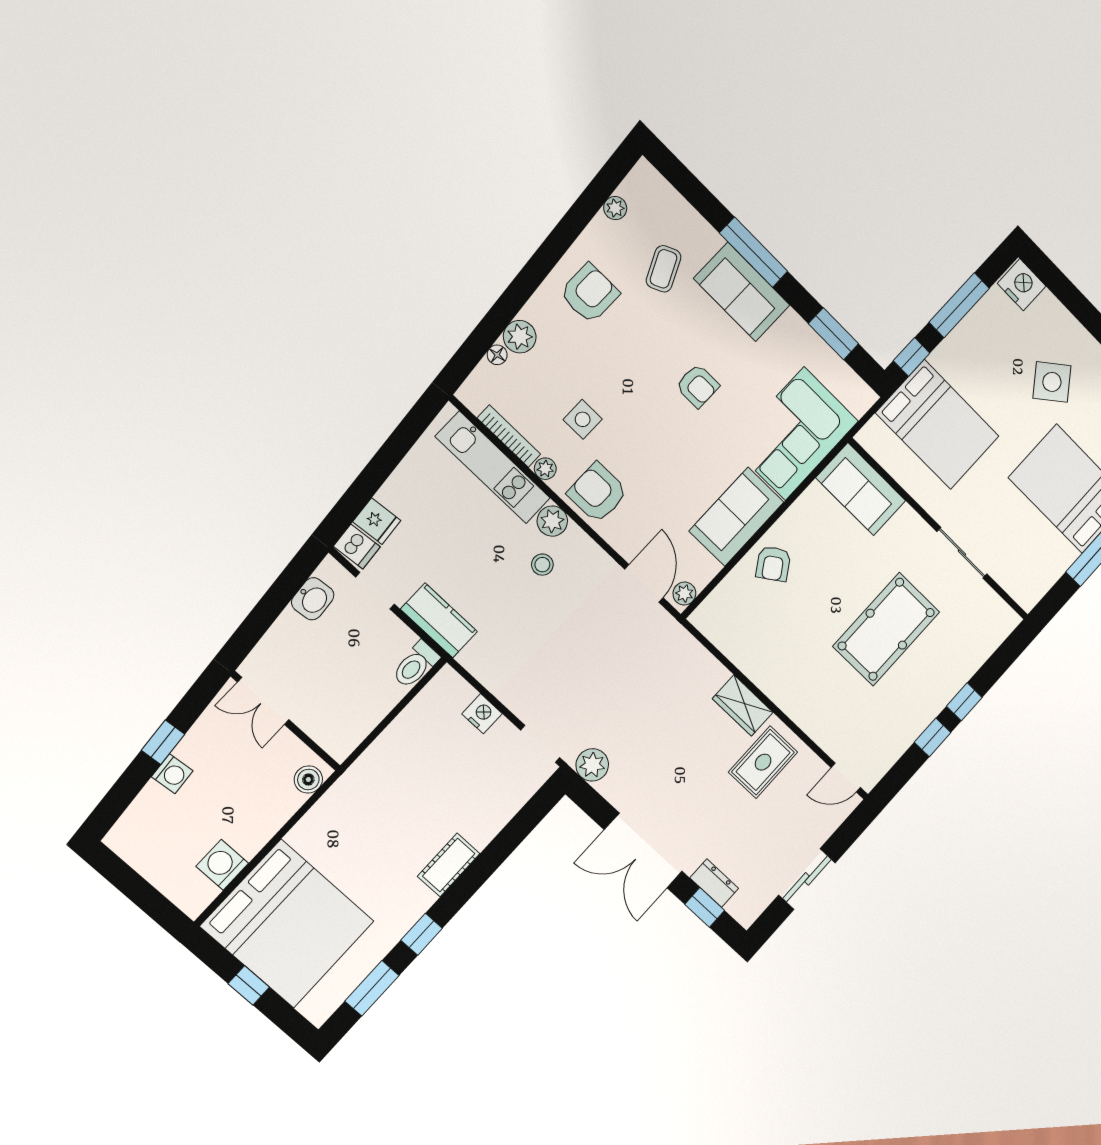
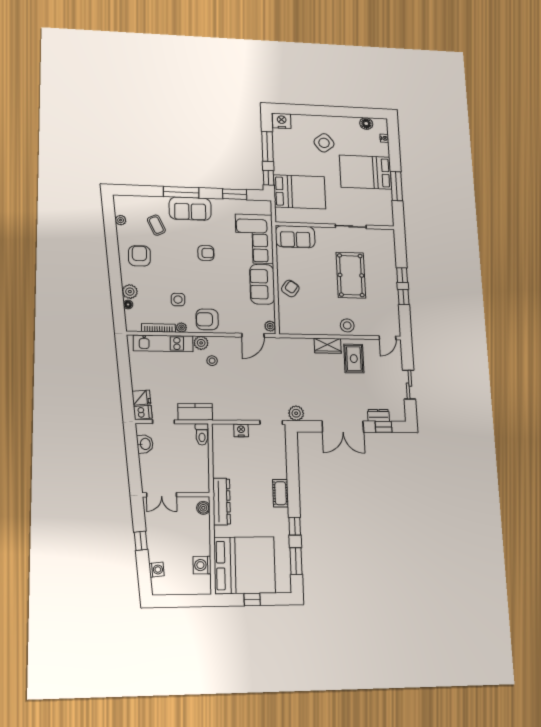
armchair: (773, 564) -> (290, 288), turned -111
door: (644, 583) -> (253, 335), swing flipped
stool: (804, 702) -> (347, 325), added
washing machine: (172, 774) -> (157, 570), moved
dresser: (346, 795) -> (222, 501), added

